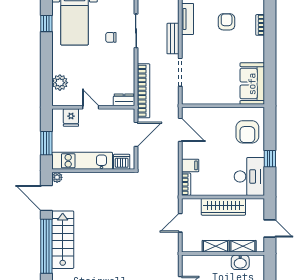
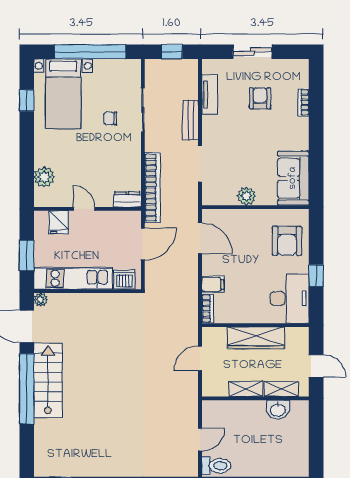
plant: (216, 97) -> (246, 196), added

